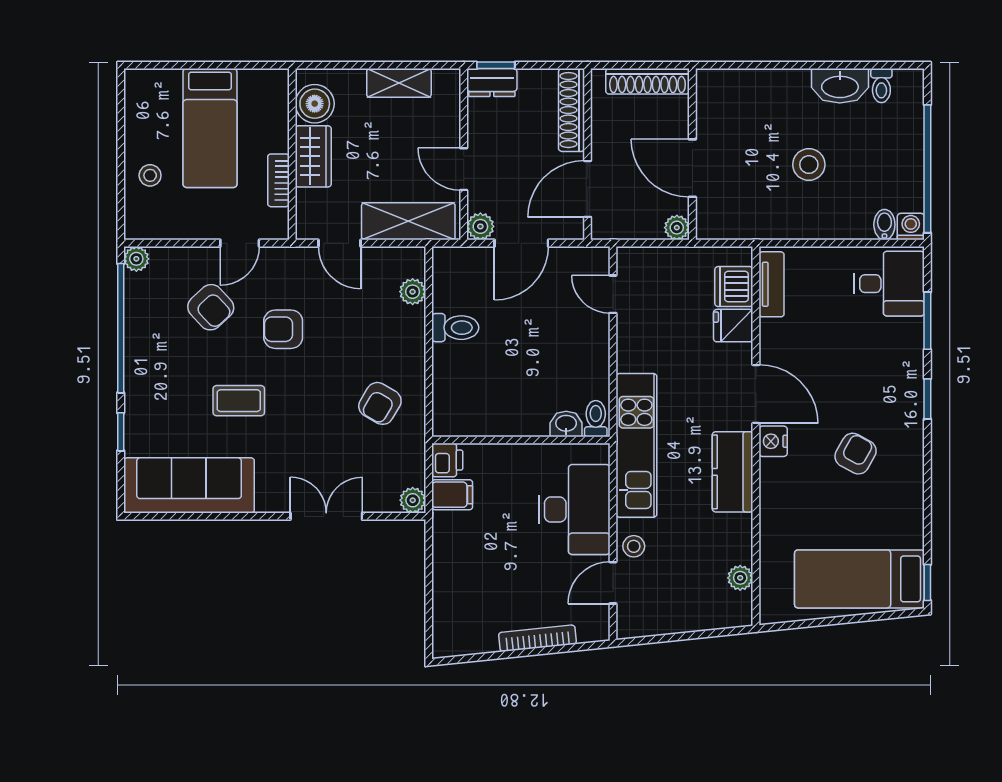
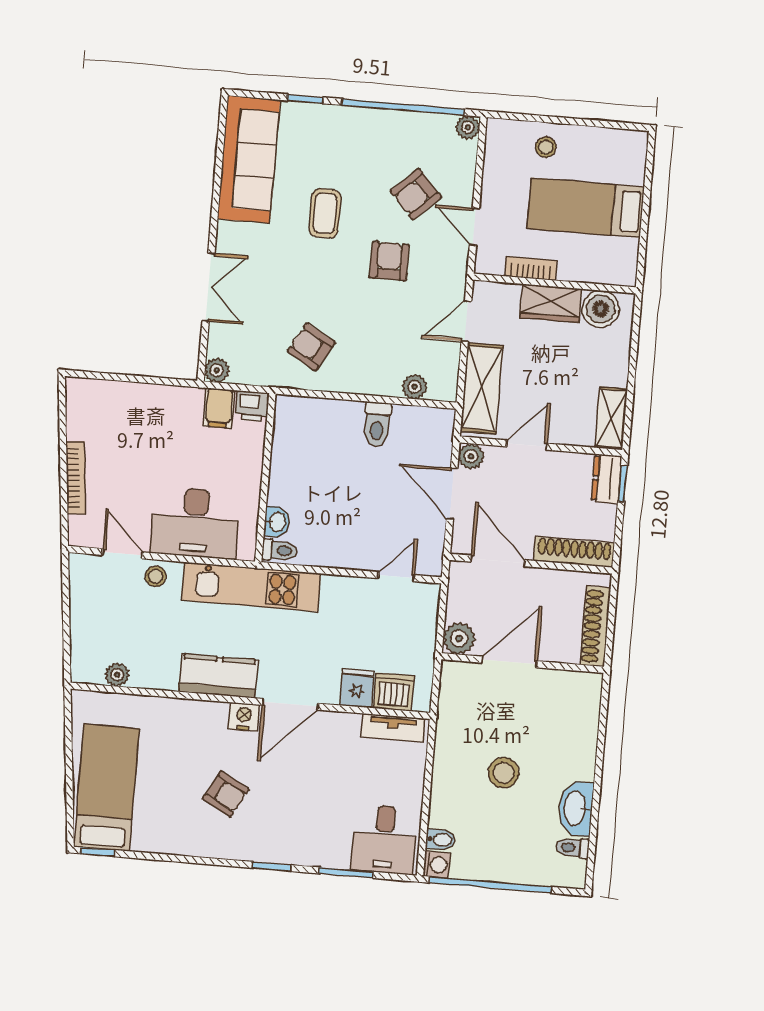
shelving: (399, 83) -> (611, 418), moved
plant: (677, 228) -> (459, 638), width x1.38, depth x1.38

